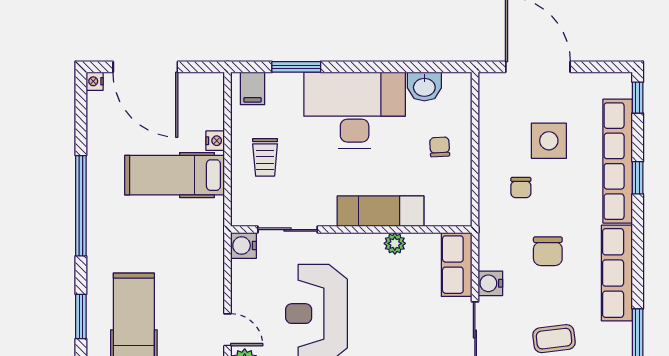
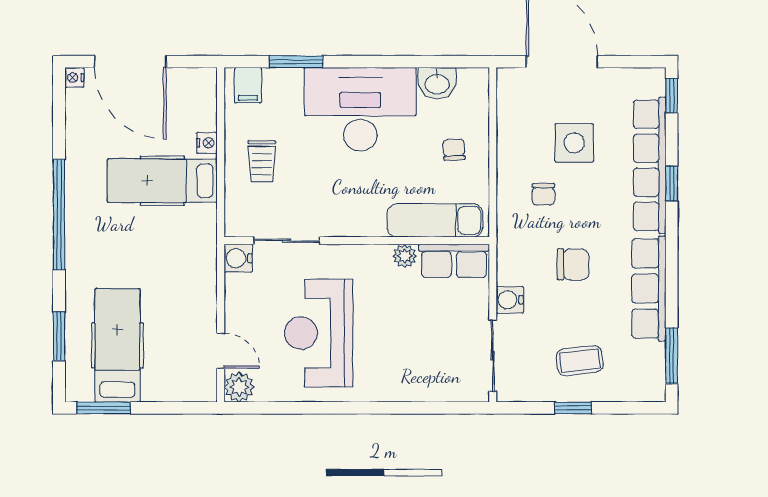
exam couch: (381, 211) -> (435, 220), moved
chair: (548, 251) -> (573, 264), turned -90
row of seats: (457, 265) -> (454, 261), moved, turned -90

